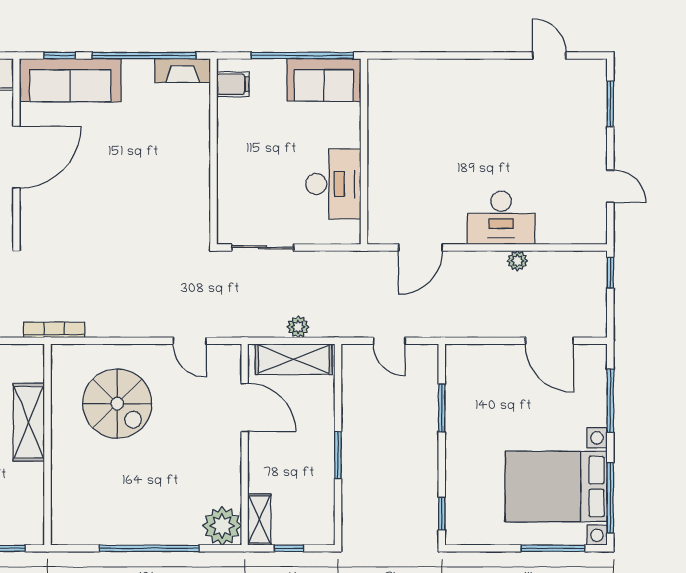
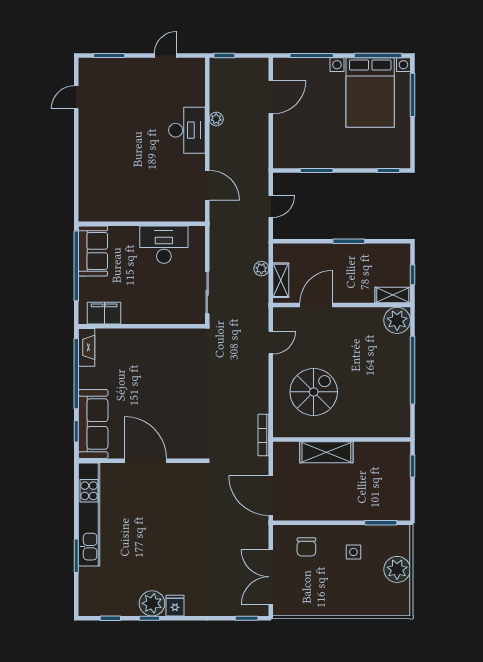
filing cabinet: (233, 84) -> (104, 313), width x2.00
shelving: (294, 359) -> (281, 280), width x0.67, depth x0.75

